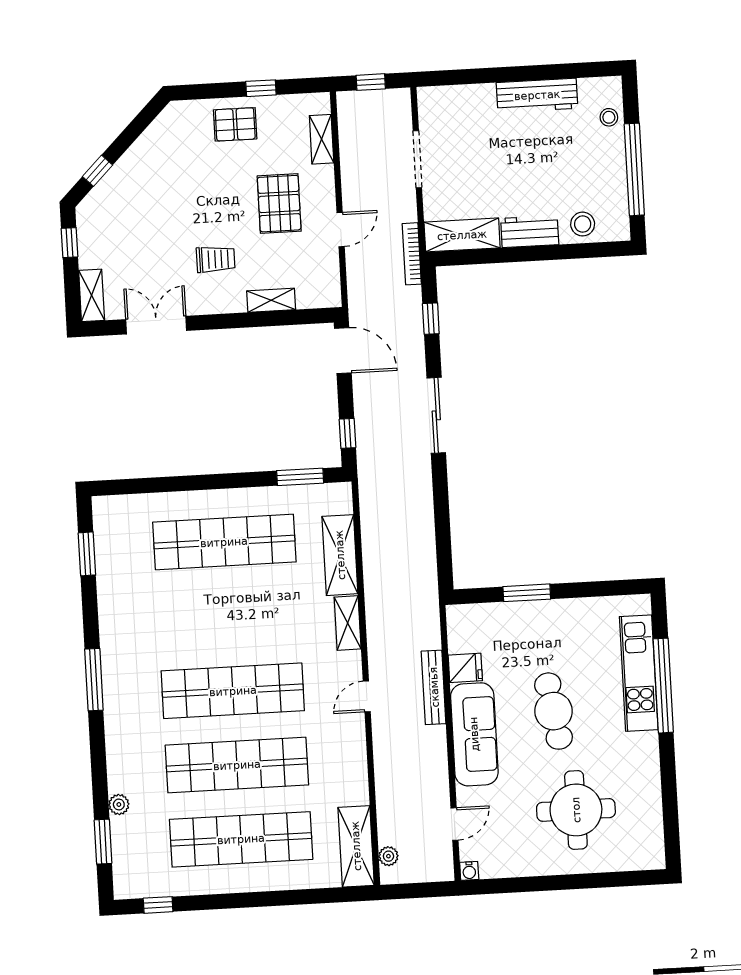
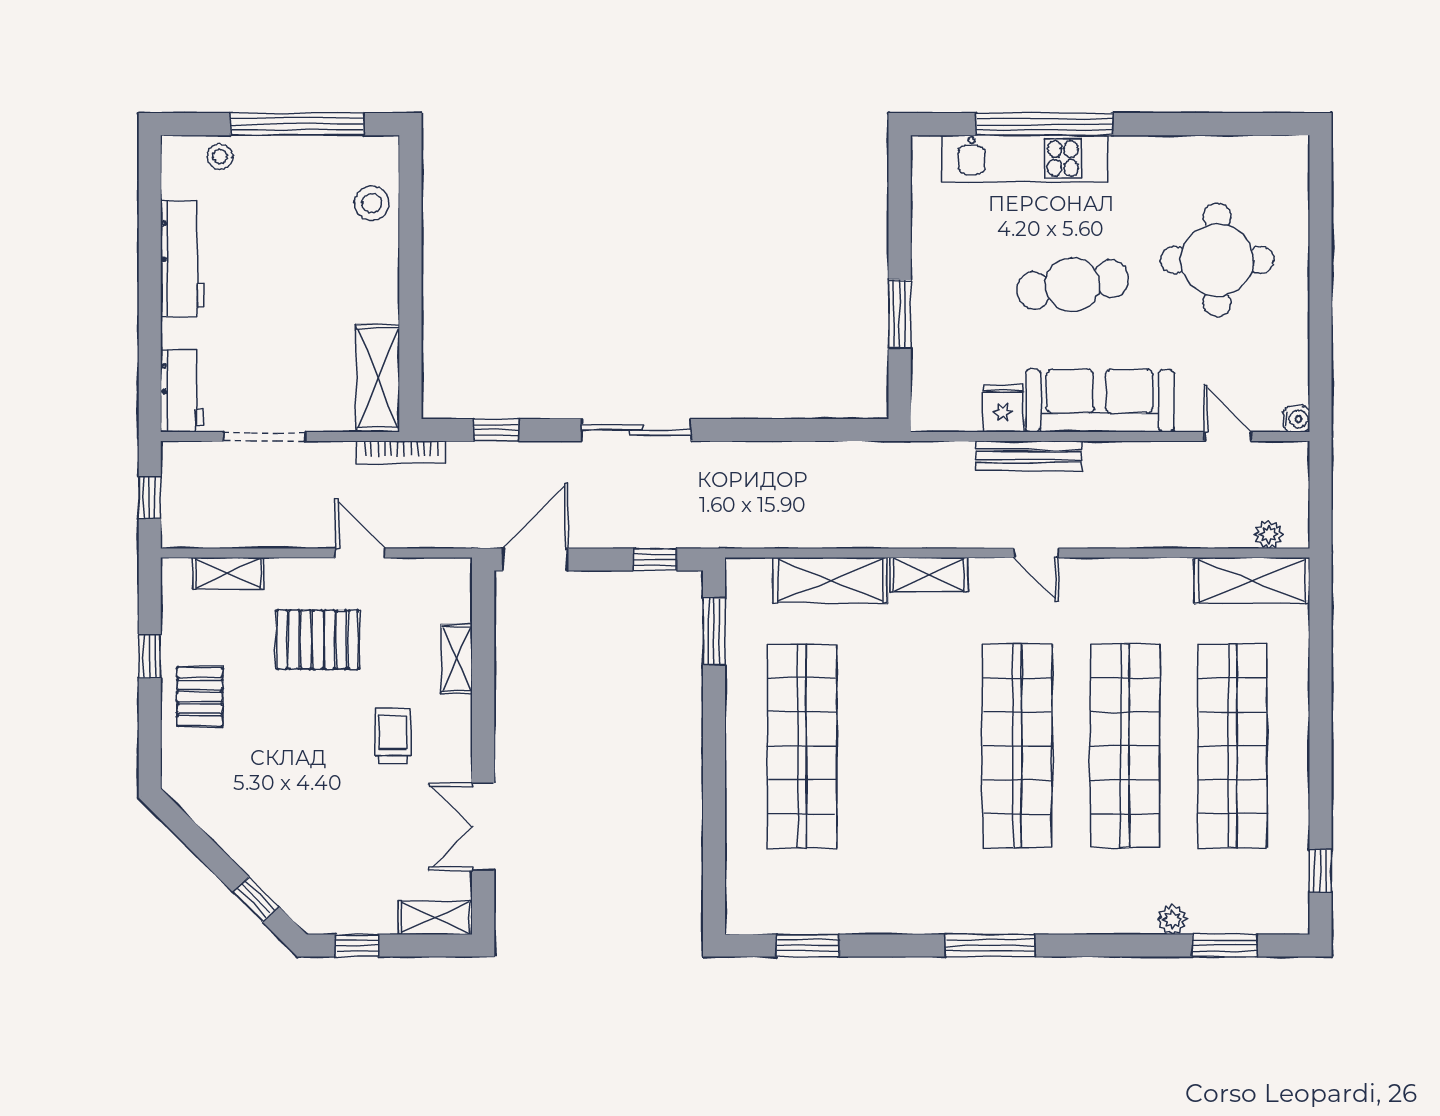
workbench: (530, 231) -> (182, 391), moved, turned 180

